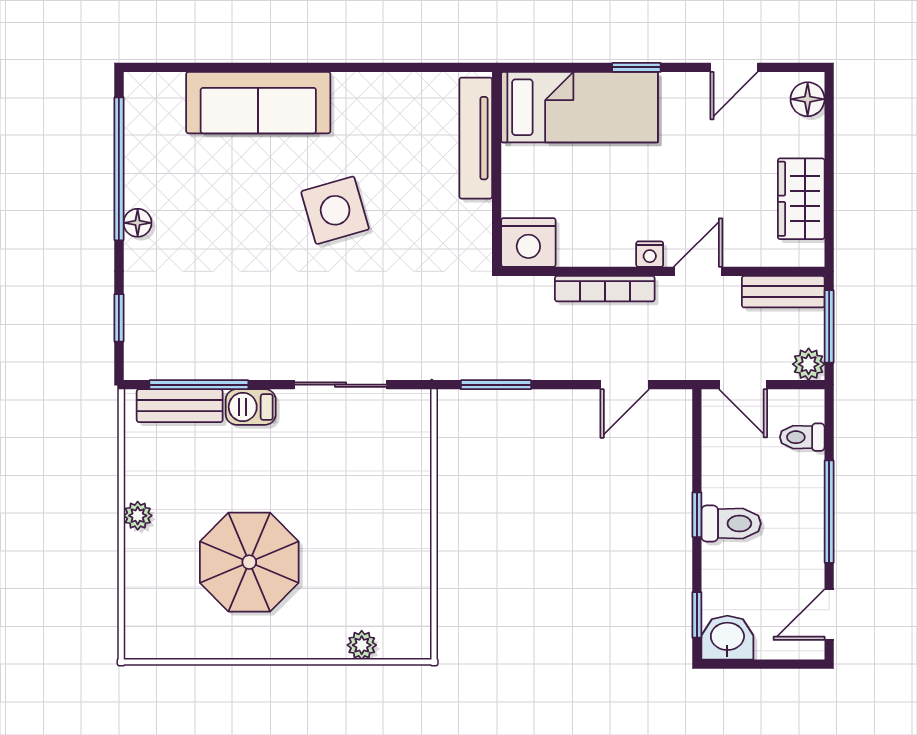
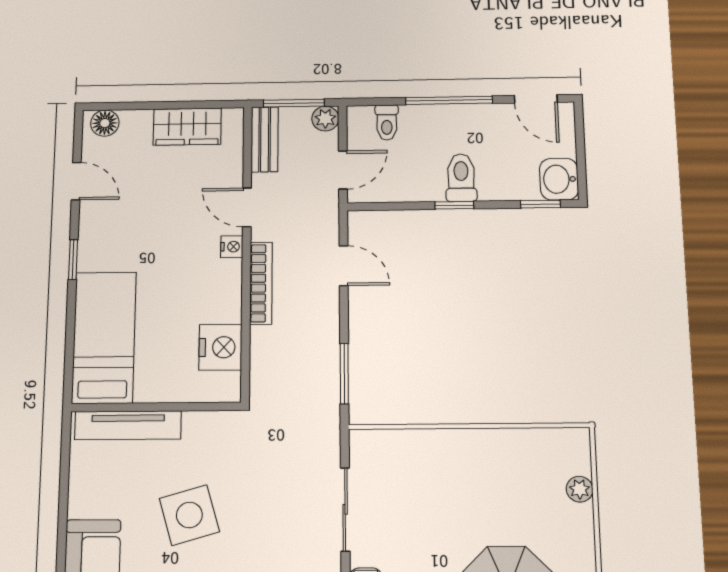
bed: (580, 107) -> (104, 337), moved
tv unit: (476, 138) -> (128, 425), moved
wall: (497, 169) -> (156, 407), moved

